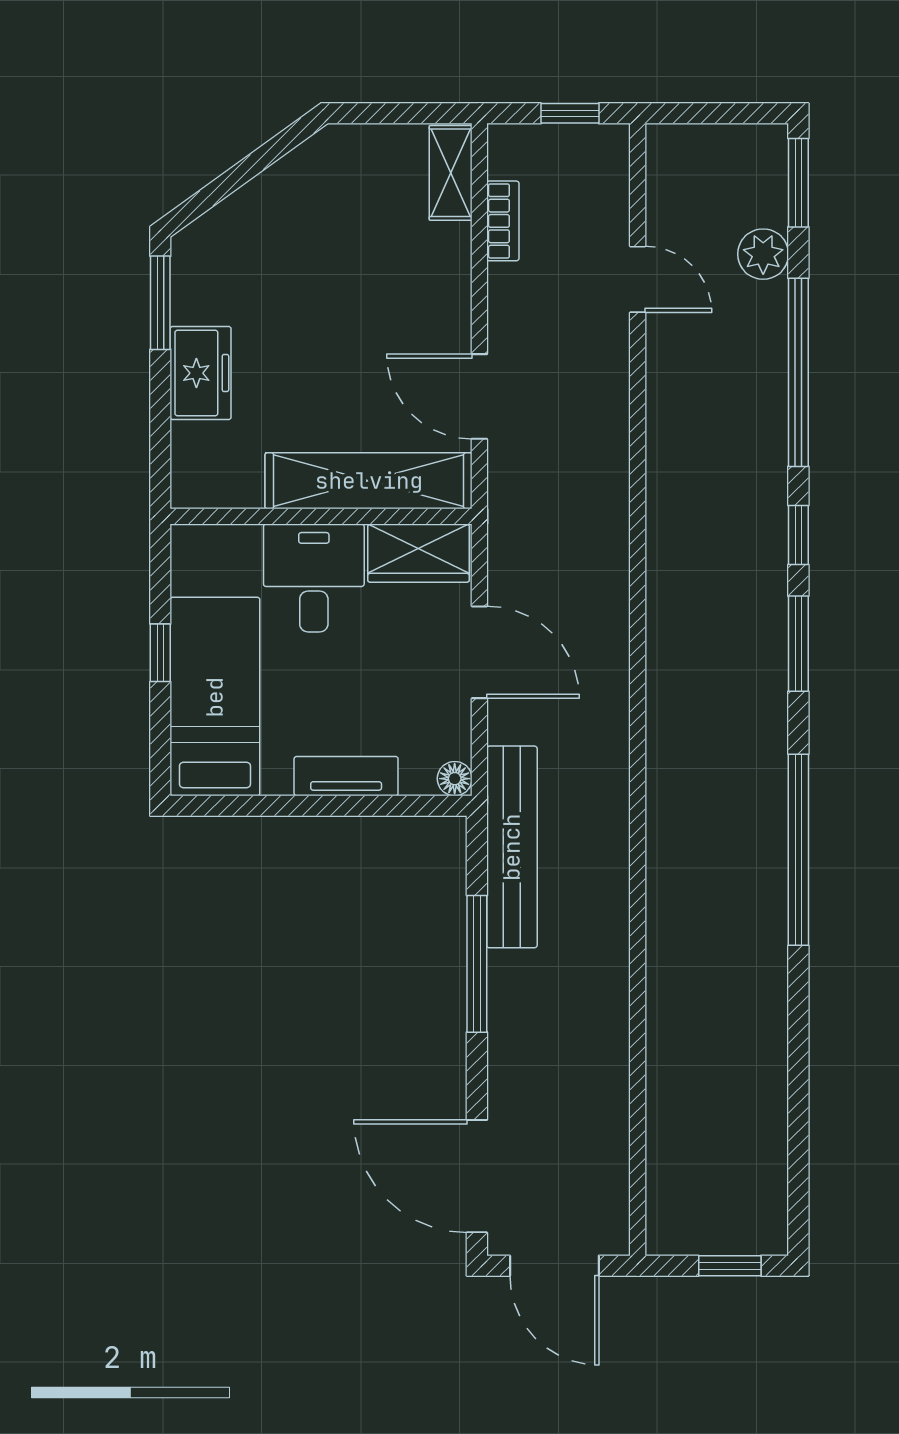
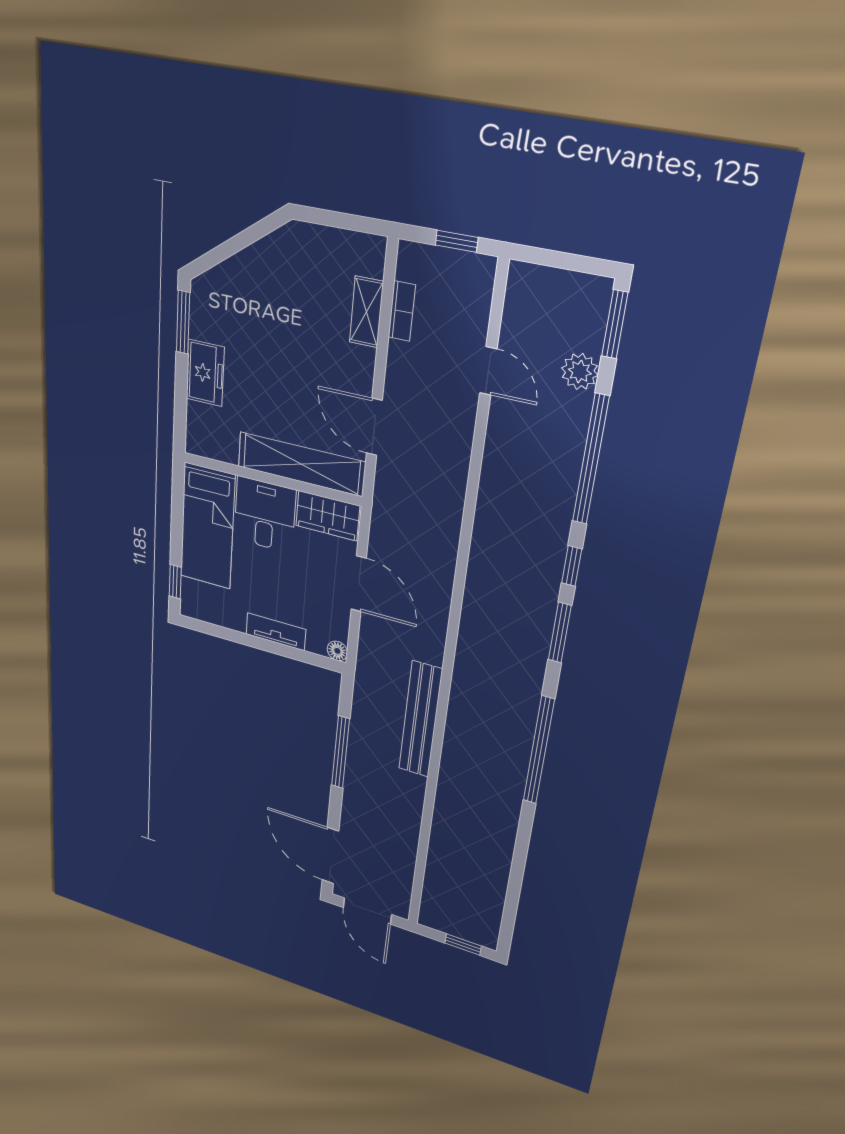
shelving: (451, 173) -> (366, 312), moved
window: (160, 653) -> (175, 582), moved
bed: (215, 697) -> (207, 526), moved, turned 180
bench: (512, 847) -> (420, 720), moved

